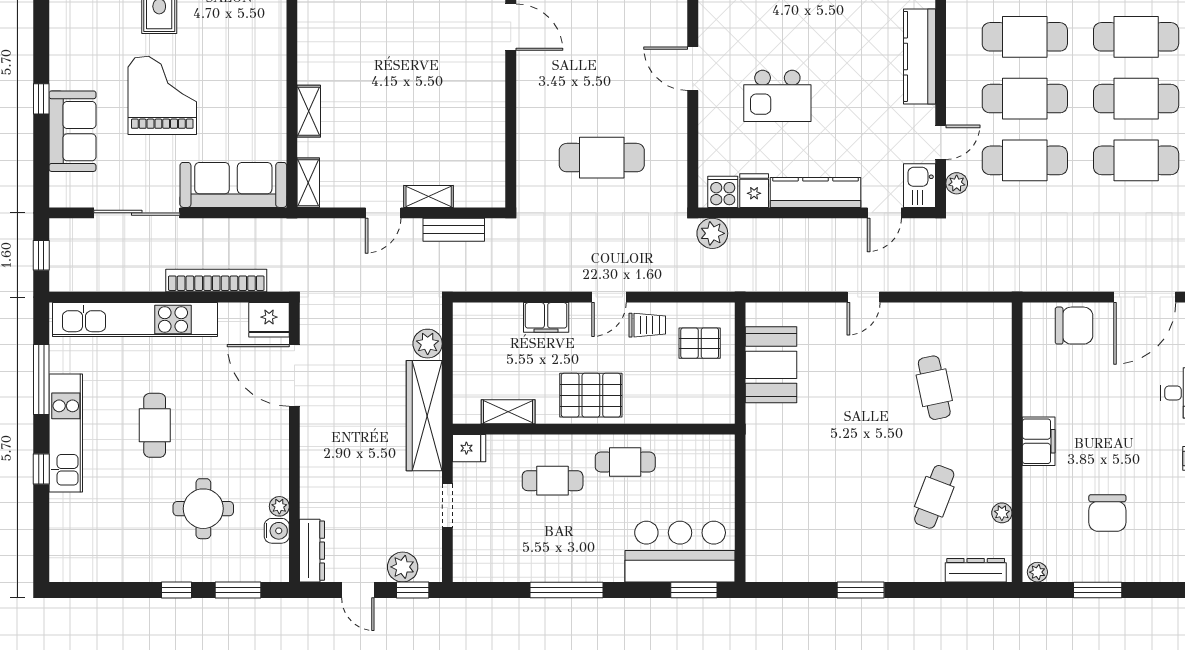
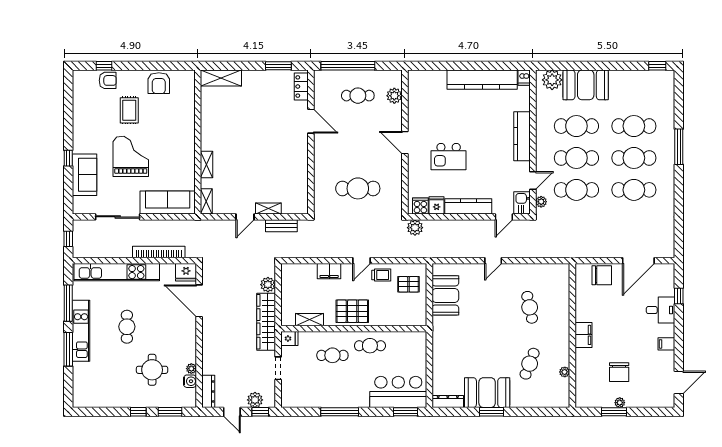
window: (41, 469) -> (68, 349), width x2.17
booth: (852, 553) -> (487, 393), added
dresser: (976, 570) -> (448, 402), moved
plant: (1037, 572) -> (620, 403), moved

